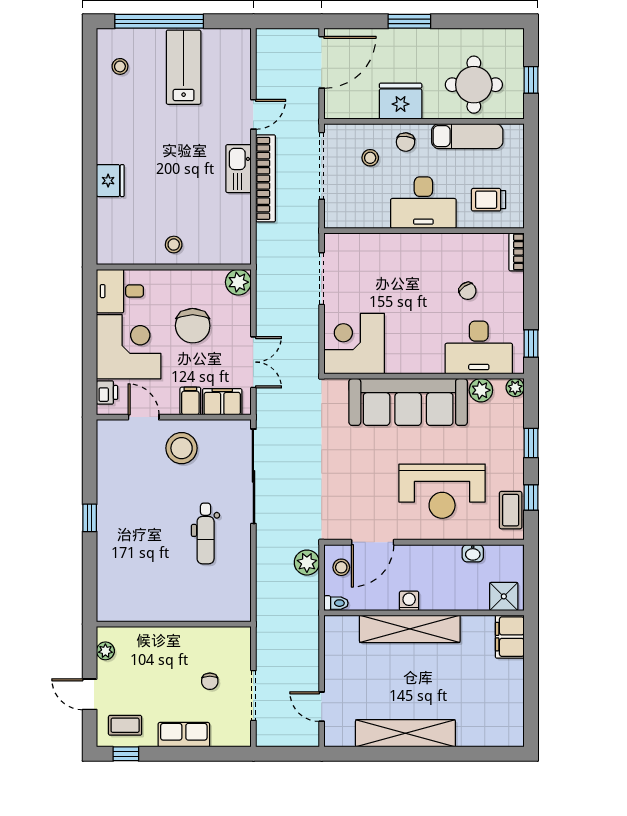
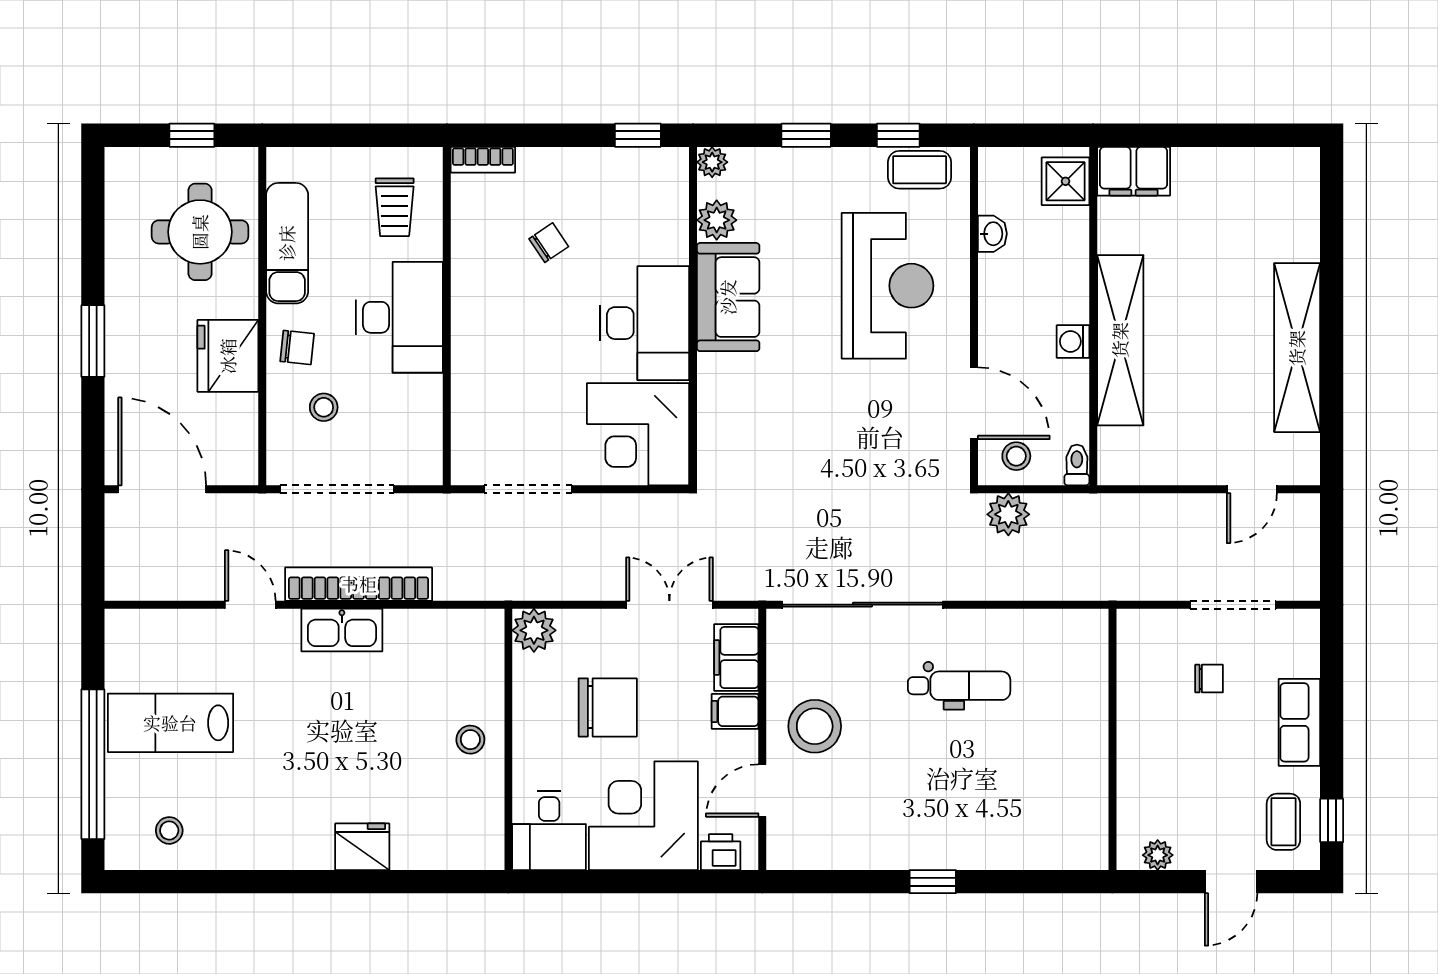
desk: (479, 347) -> (644, 323), moved
sofa: (408, 402) -> (728, 297), width x0.54, depth x0.79

